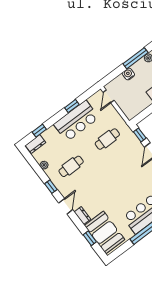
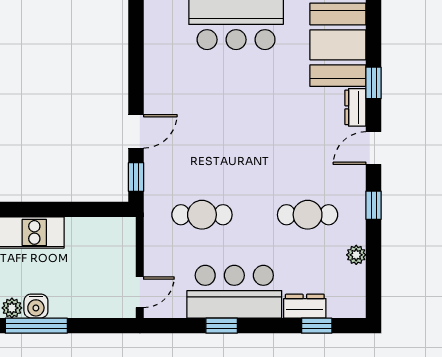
water cooler: (128, 74) -> (36, 306), moved
dresser: (35, 144) -> (305, 306), moved
window: (90, 238) -> (374, 83), moved

